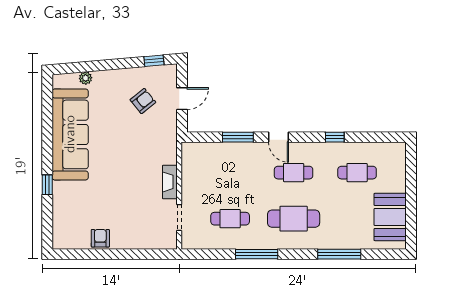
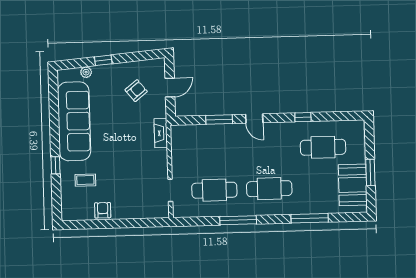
window: (154, 61) -> (103, 60), moved
cafe table: (294, 173) -> (268, 149), removed
cafe table: (357, 173) -> (323, 147), width x1.37, depth x1.35
fireplace: (170, 182) -> (161, 133), moved
coffee table: (81, 203) -> (85, 180), added
window: (411, 203) -> (370, 172), added
cafe table: (230, 219) -> (214, 190), width x1.37, depth x1.35

